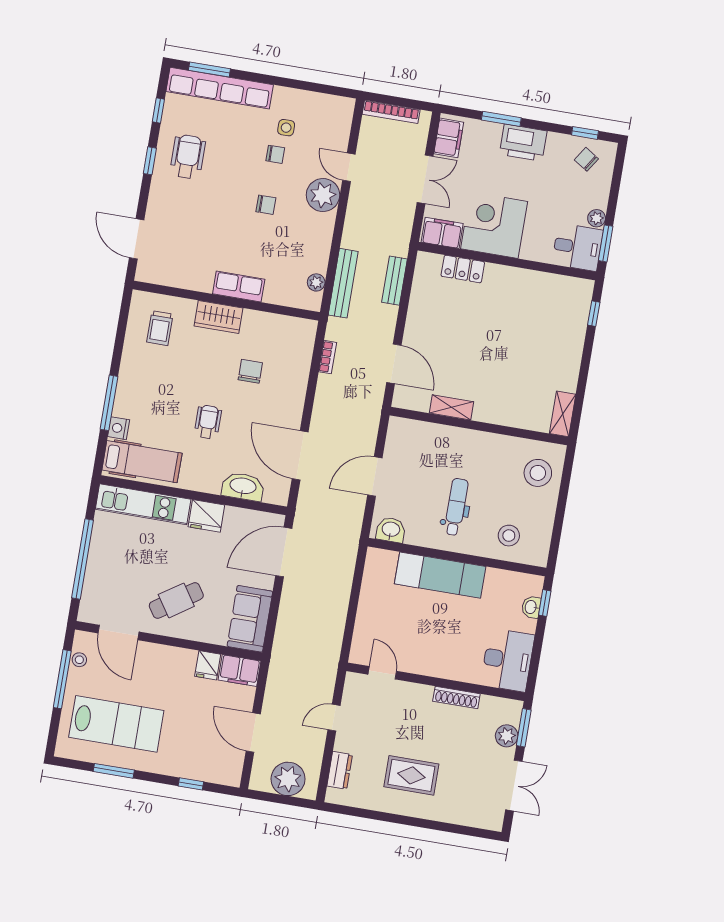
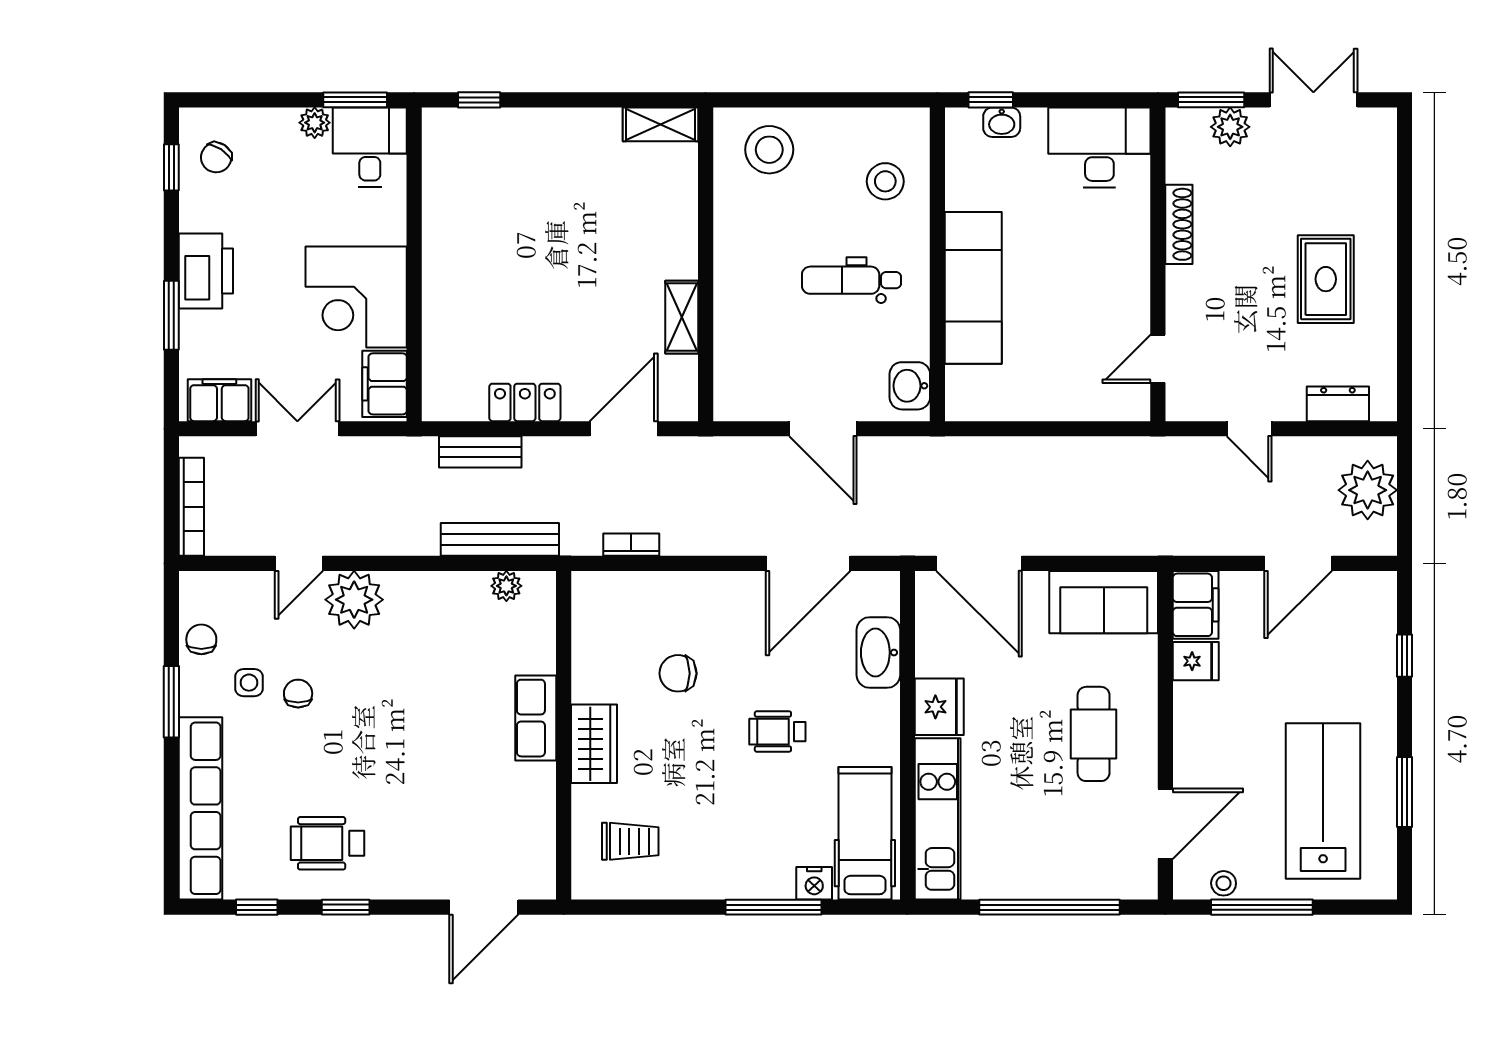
window: (209, 69) -> (171, 702), moved
chair: (266, 205) -> (201, 639), moved
locker: (463, 269) -> (525, 402), moved, turned -90
cafe table: (176, 600) -> (1094, 734), turned 34

